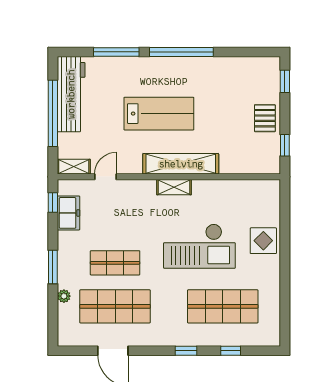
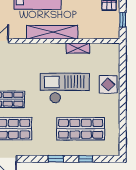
shelving: (174, 187) -> (78, 48), moved
checkout: (199, 246) -> (65, 88), turned 180

